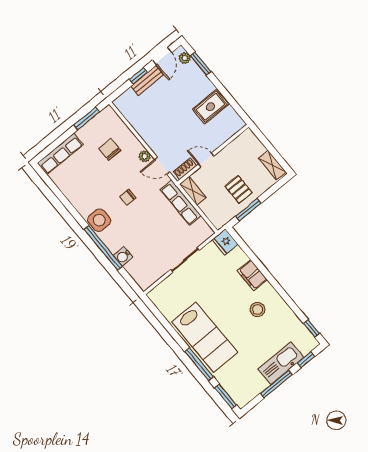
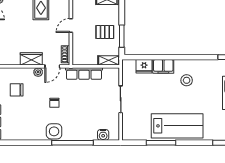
wardrobe: (152, 139) -> (31, 59), added
door: (206, 160) -> (71, 25), moved
shelving: (193, 191) -> (109, 60), moved
fridge: (225, 242) -> (144, 66), moved
water cooler: (123, 256) -> (103, 135), moved
window: (199, 364) -> (161, 143), moved

